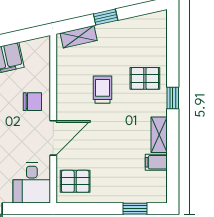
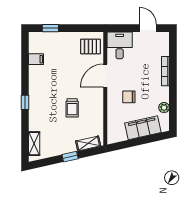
pallet: (145, 78) -> (44, 115), removed
chair: (32, 102) -> (129, 97), moved
shelving: (159, 135) -> (34, 144), moved

